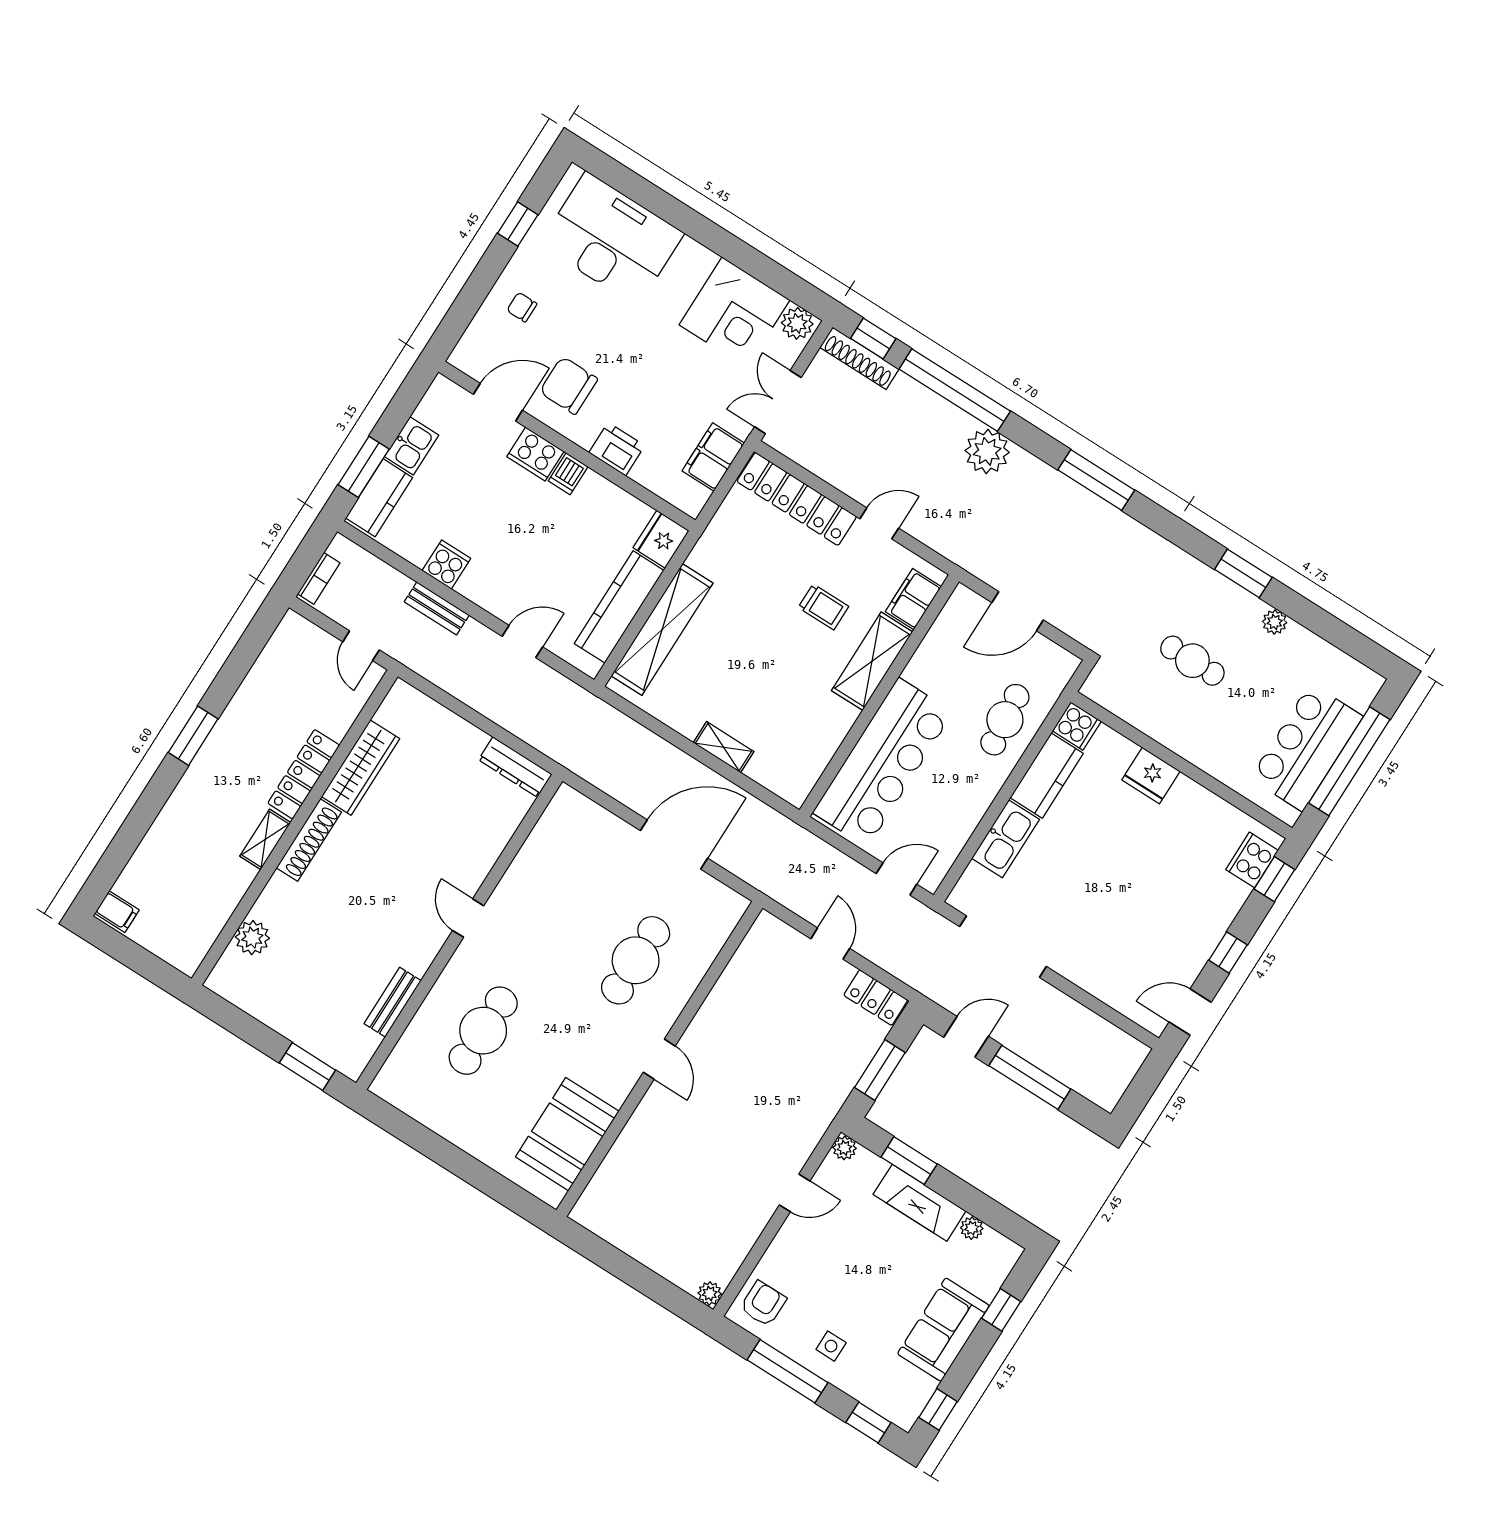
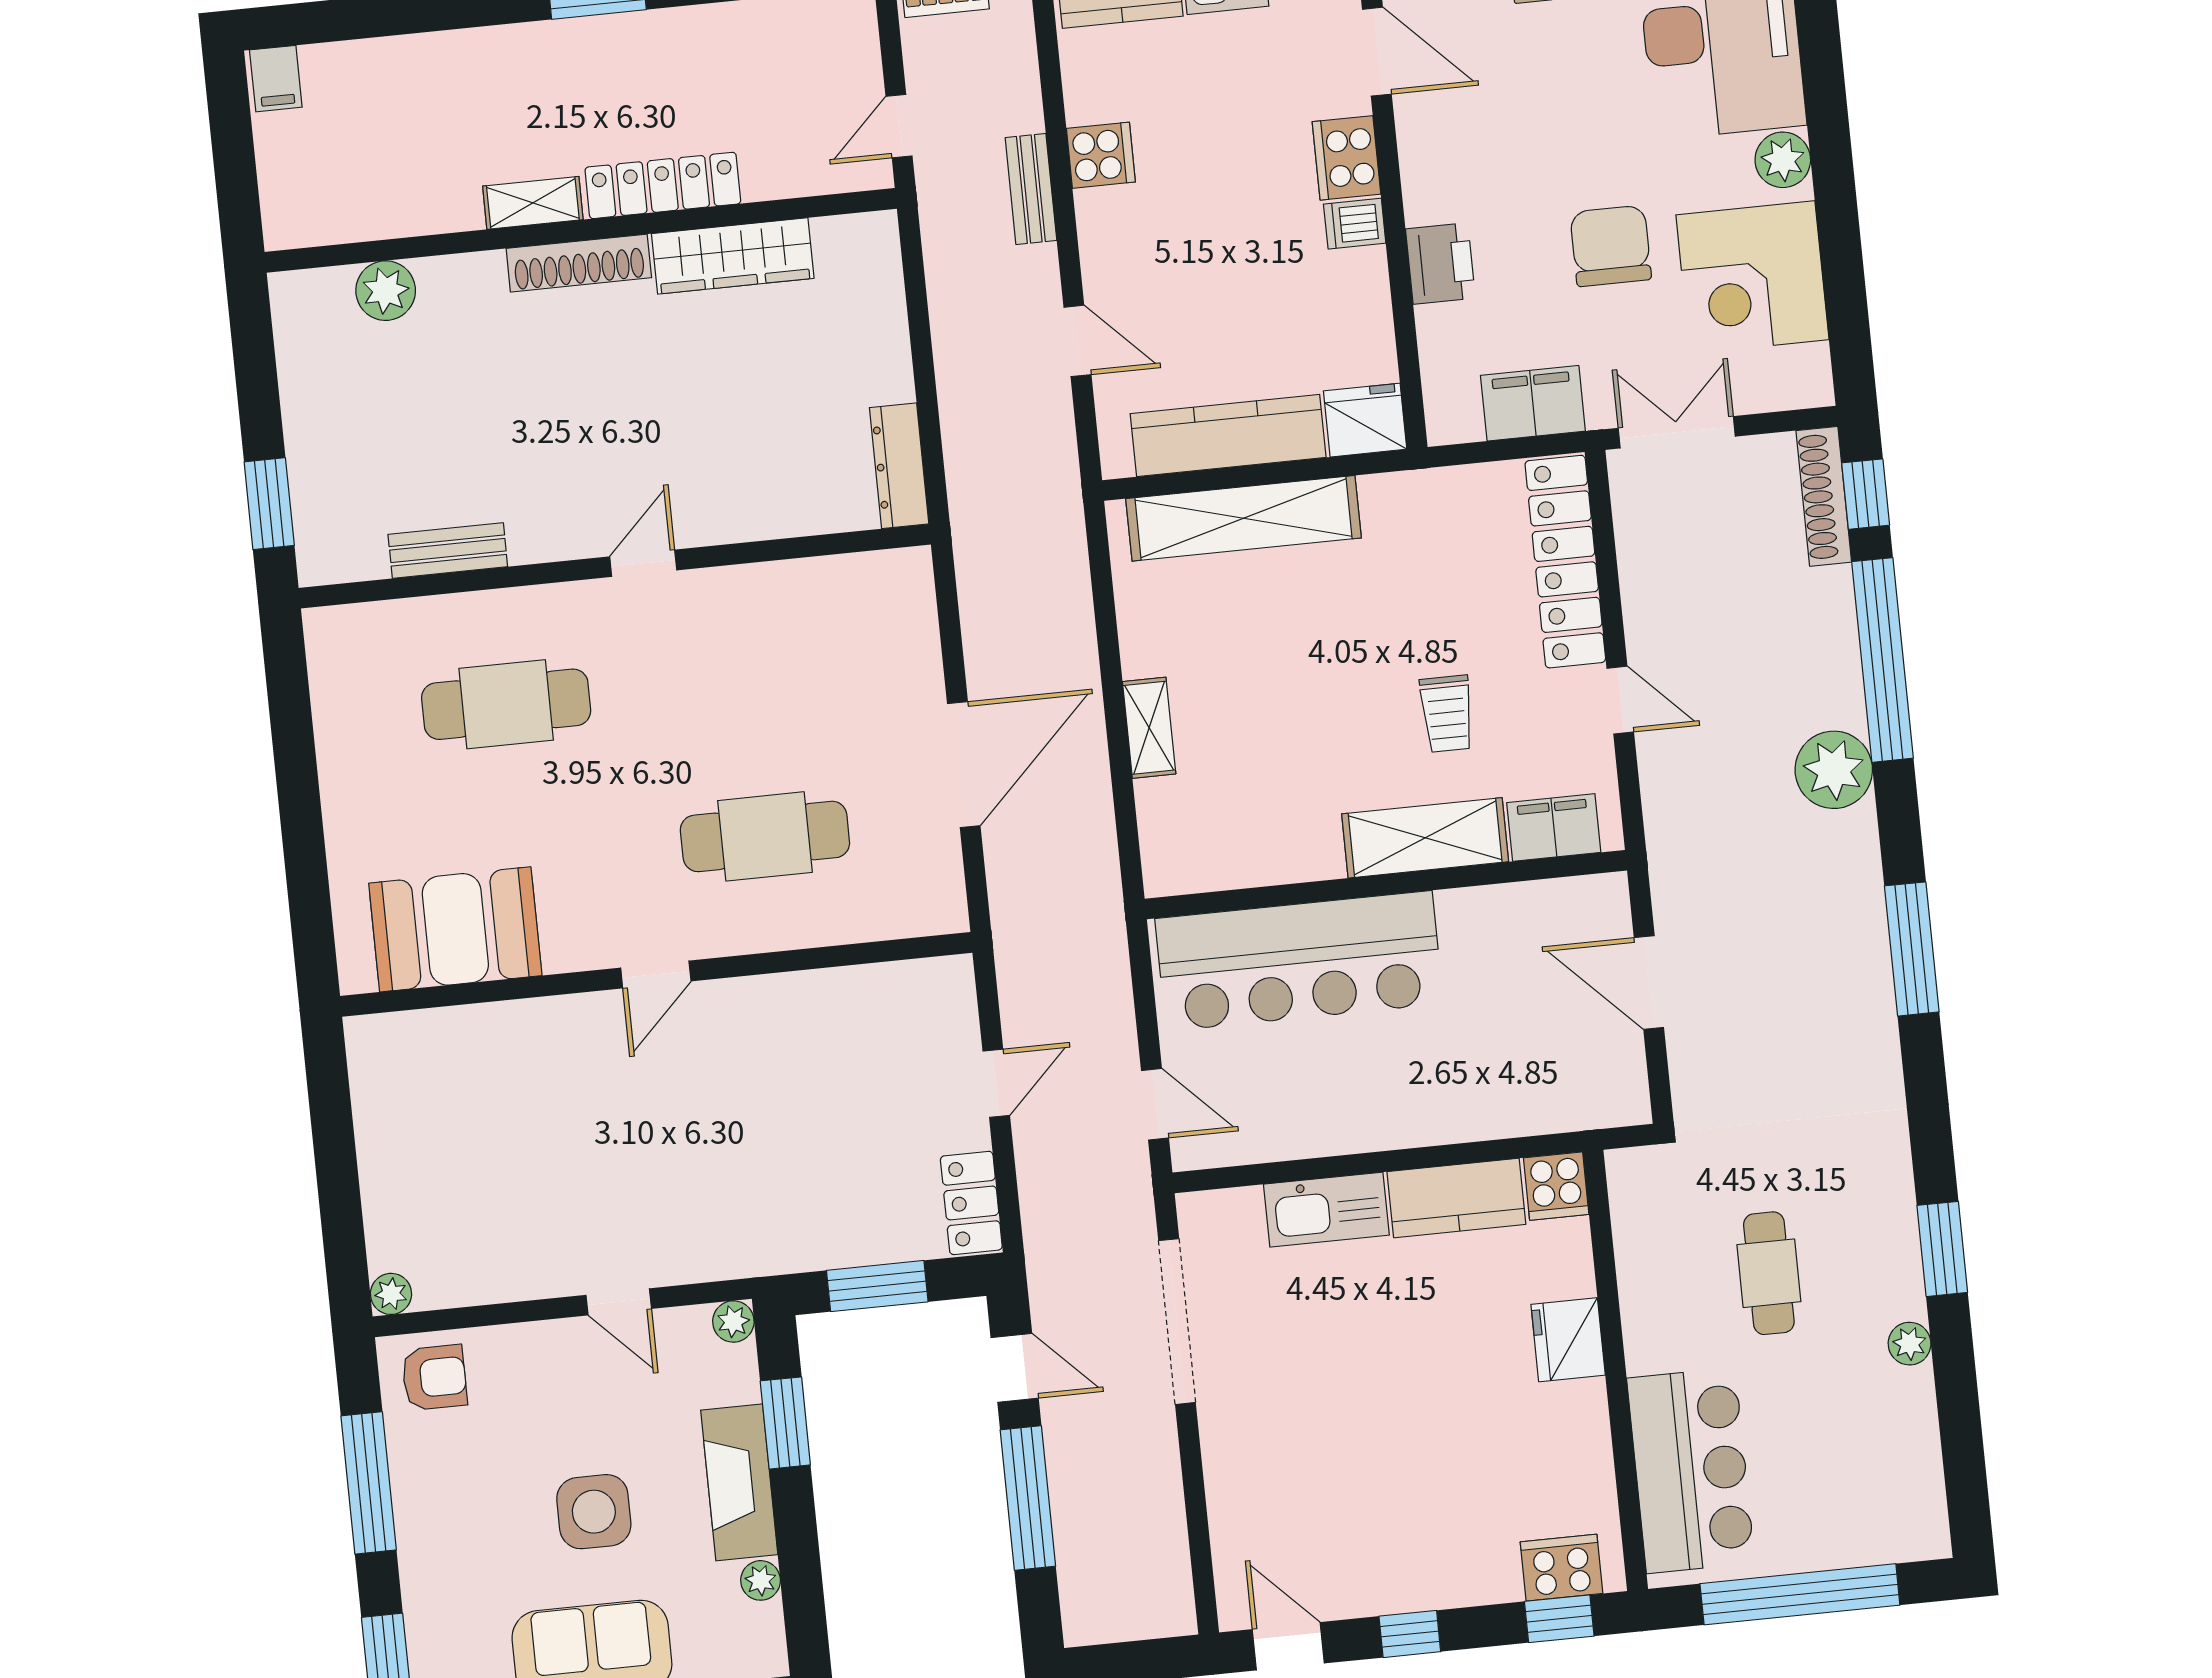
plant: (797, 323) -> (1783, 160), moved
chair: (569, 385) -> (1611, 246), moved
cafe table: (1005, 720) -> (1488, 1081), removed
bar counter: (1306, 747) -> (1691, 1470), moved, turned 90
door: (674, 844) -> (964, 765), hinge flipped
side table: (831, 1346) -> (594, 1512), moved, width x1.87, depth x1.87

